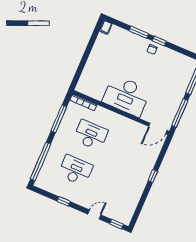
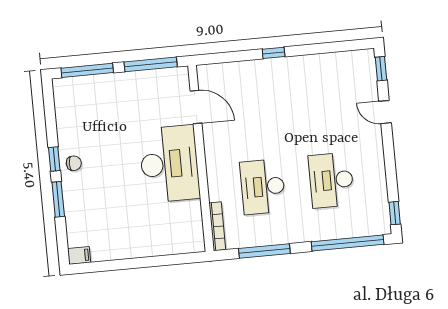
door: (158, 128) -> (196, 107), moved
window: (64, 201) -> (395, 213), moved

